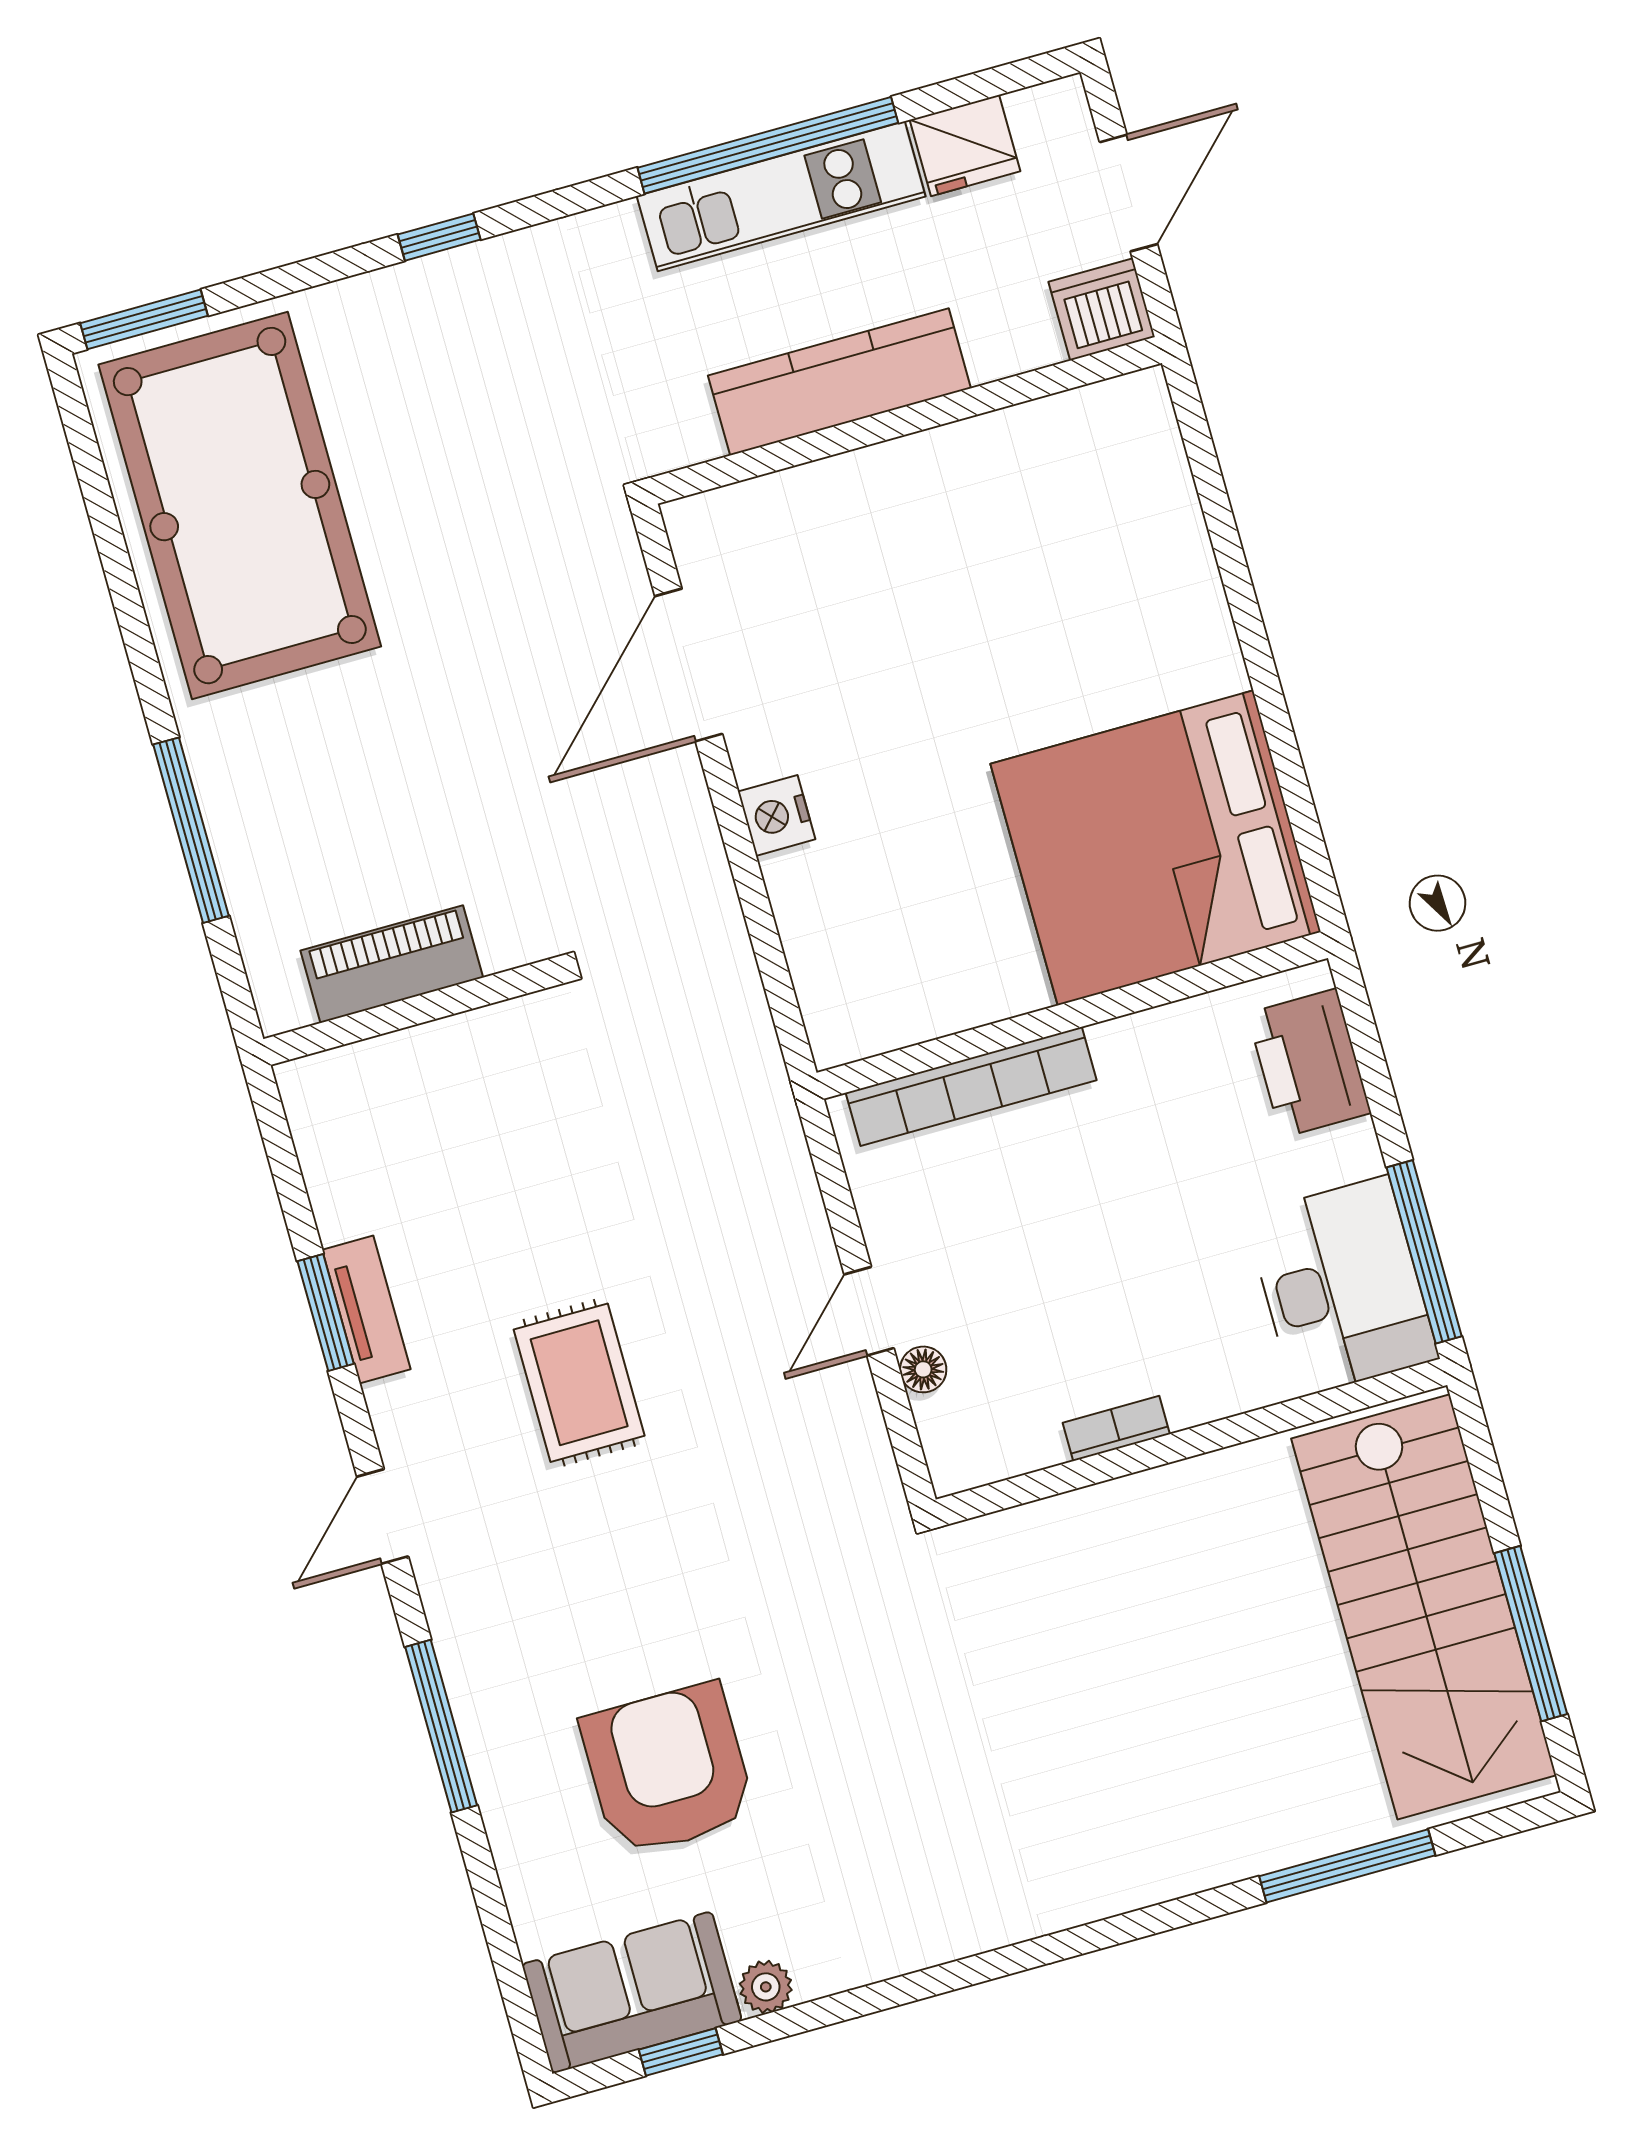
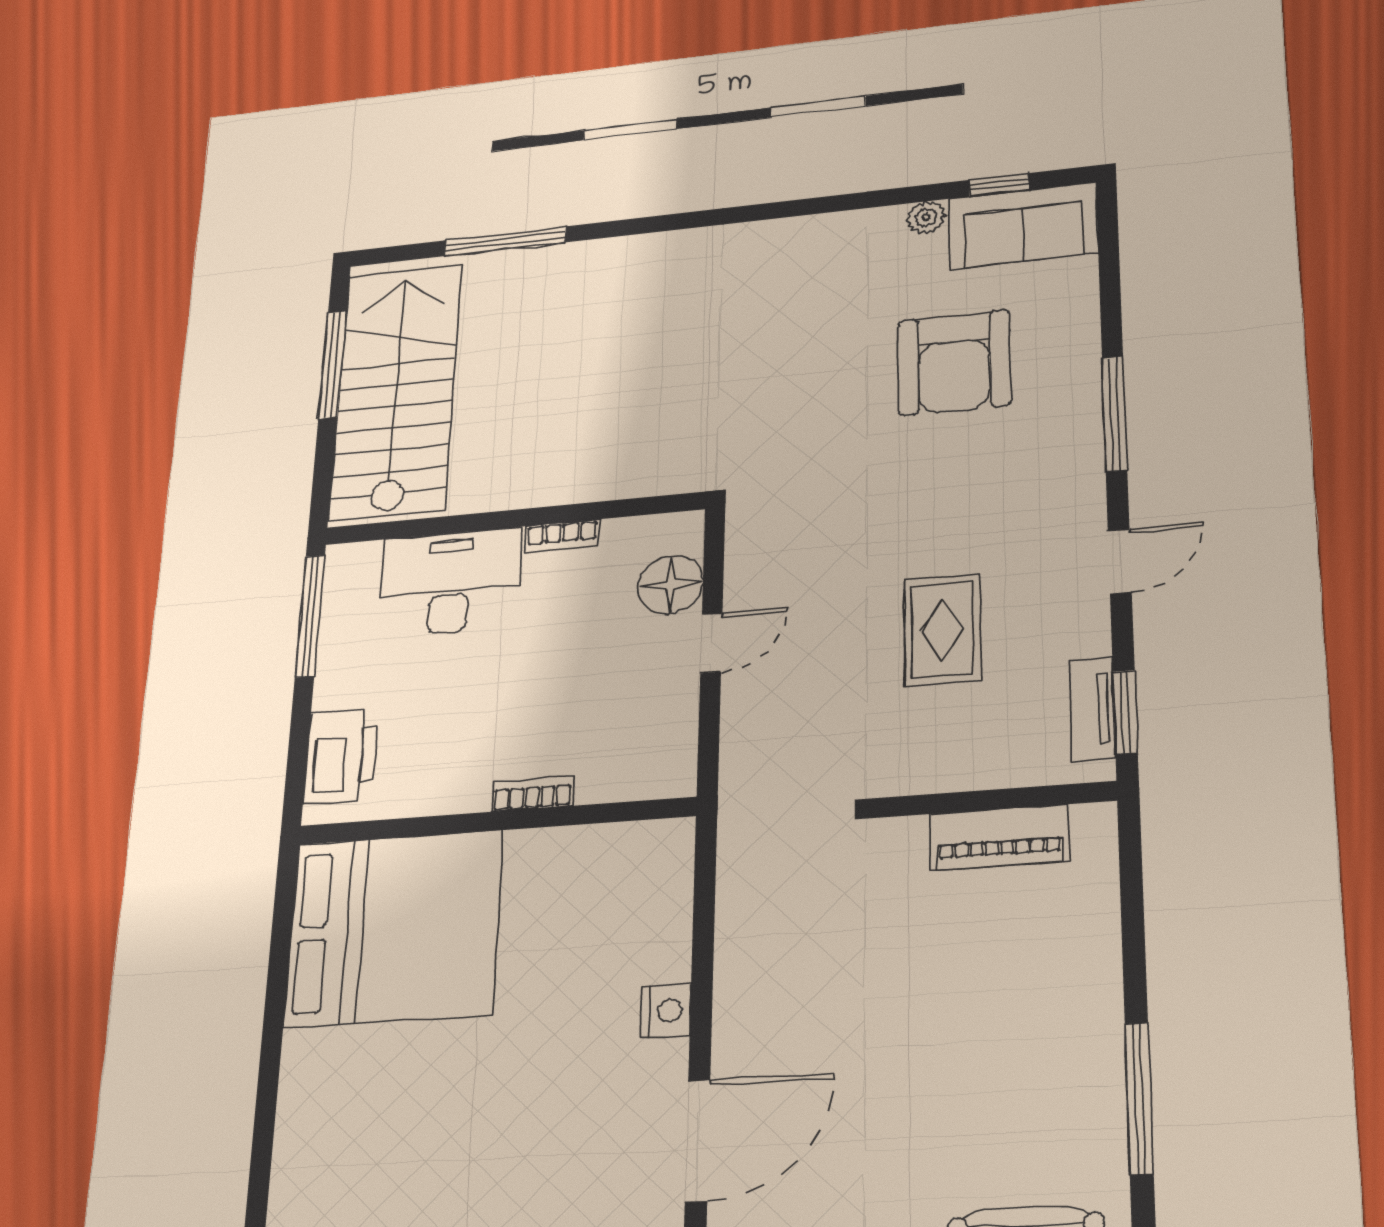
piano: (392, 964) -> (999, 837), moved
wall: (409, 1012) -> (996, 799), moved
bookcase: (971, 1086) -> (532, 794), width x0.43, depth x0.76
desk: (1342, 1287) -> (450, 582), moved, turned 90
floor lamp: (923, 1369) -> (670, 585), width x1.89, depth x1.89

